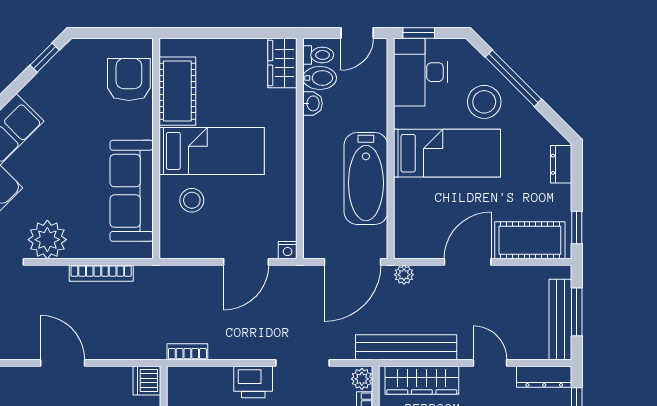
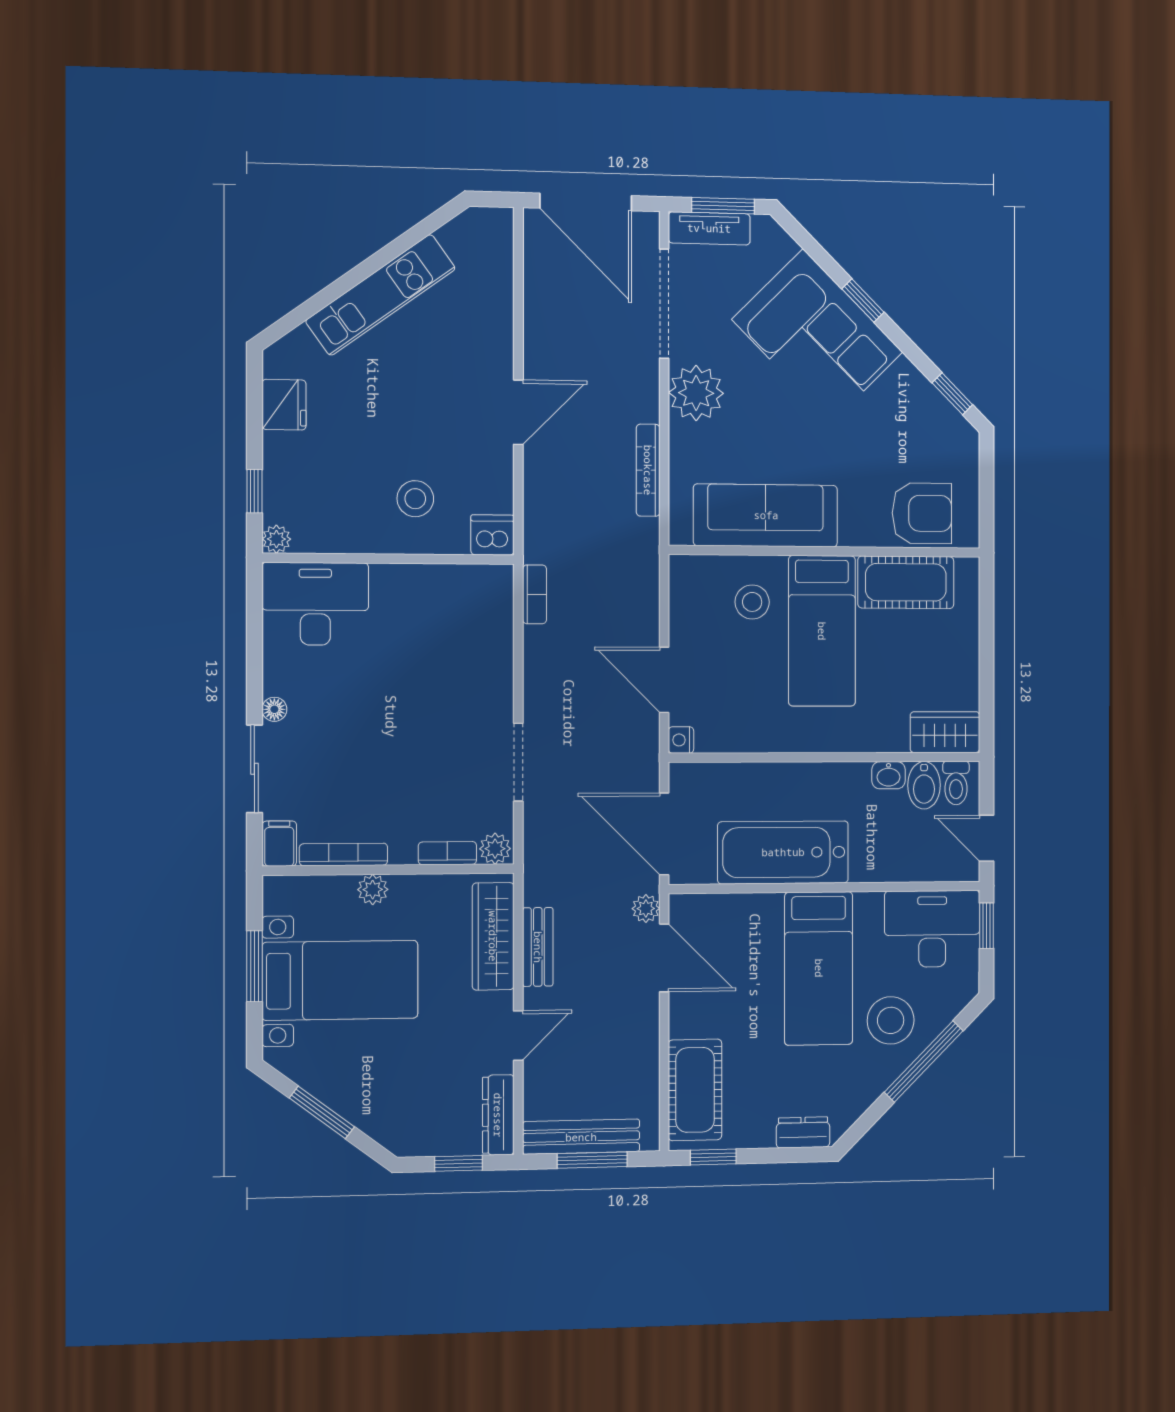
door: (468, 262) -> (664, 958), moved
bench: (406, 347) -> (538, 947), width x0.54, depth x0.82
printer: (253, 382) -> (491, 690), removed

